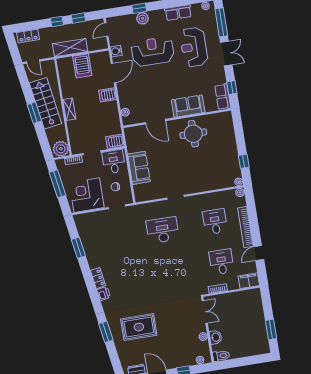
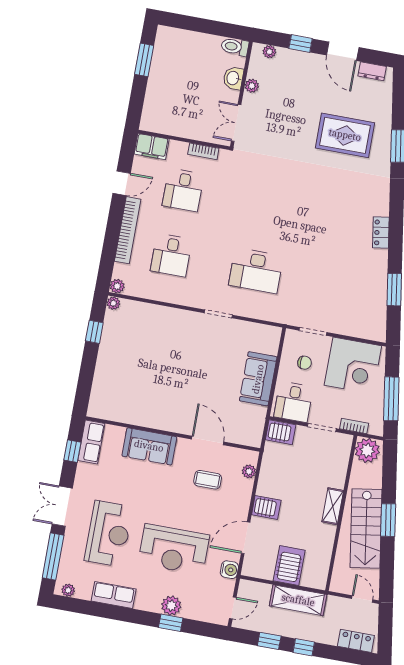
coffee table: (147, 99) -> (208, 480), added
round table: (193, 134) -> (156, 401), removed
printer: (104, 294) -> (381, 206), removed

